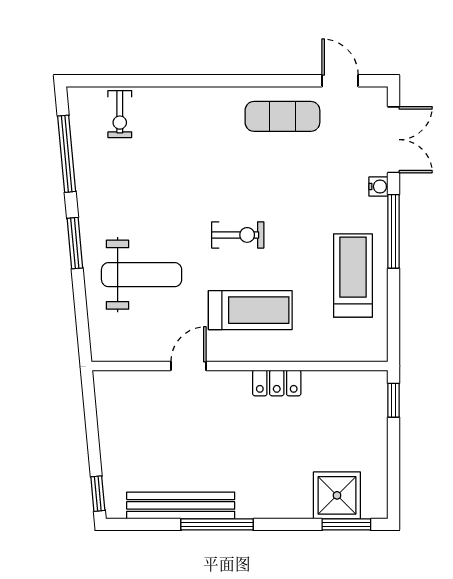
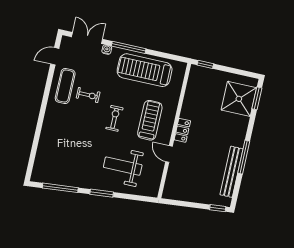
exercise bike: (120, 114) -> (88, 95), moved
weight bench: (142, 275) -> (123, 166), turned -90
treadmill: (353, 275) -> (145, 70), width x1.37, depth x1.38
locker: (277, 383) -> (182, 130), moved
shower: (337, 495) -> (239, 99), width x1.37, depth x1.37

